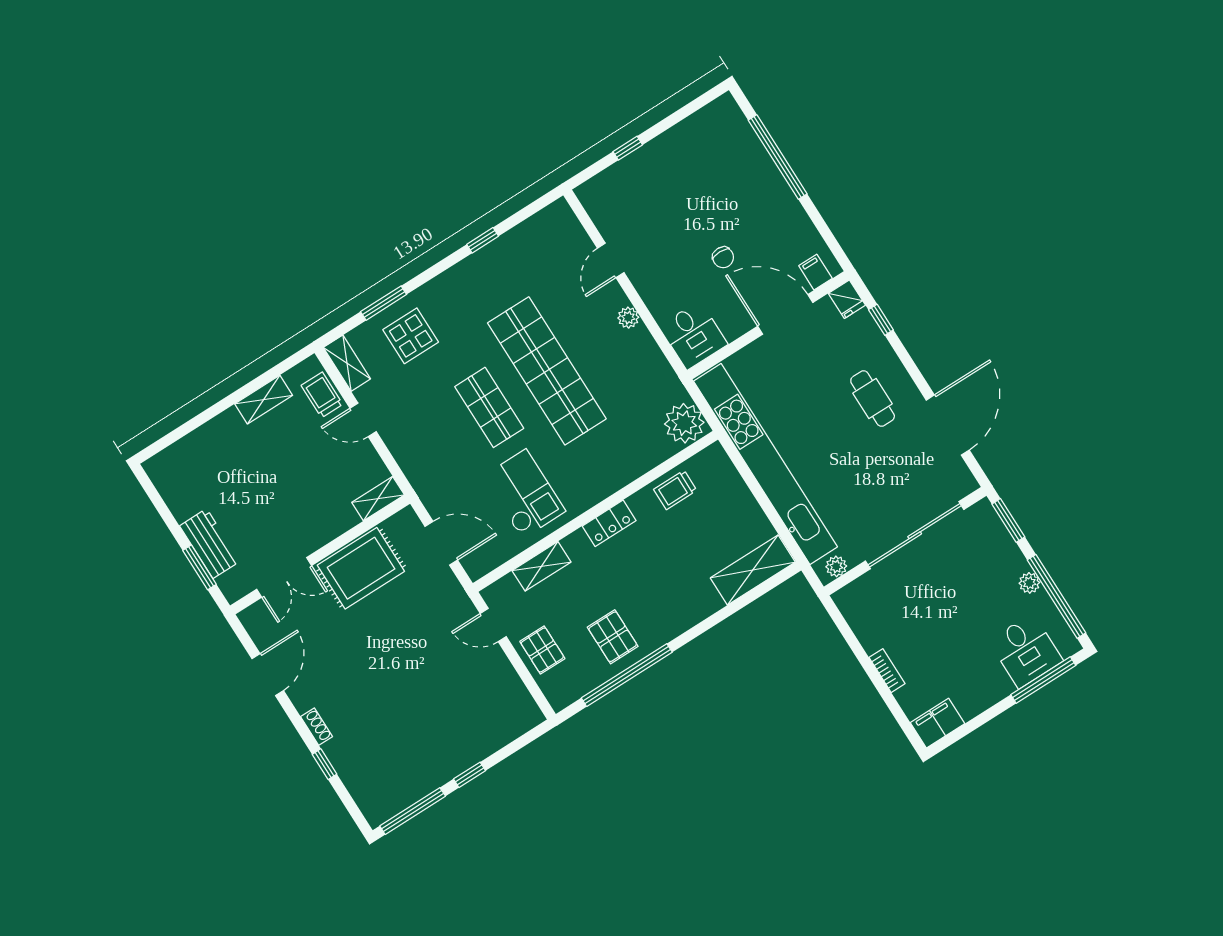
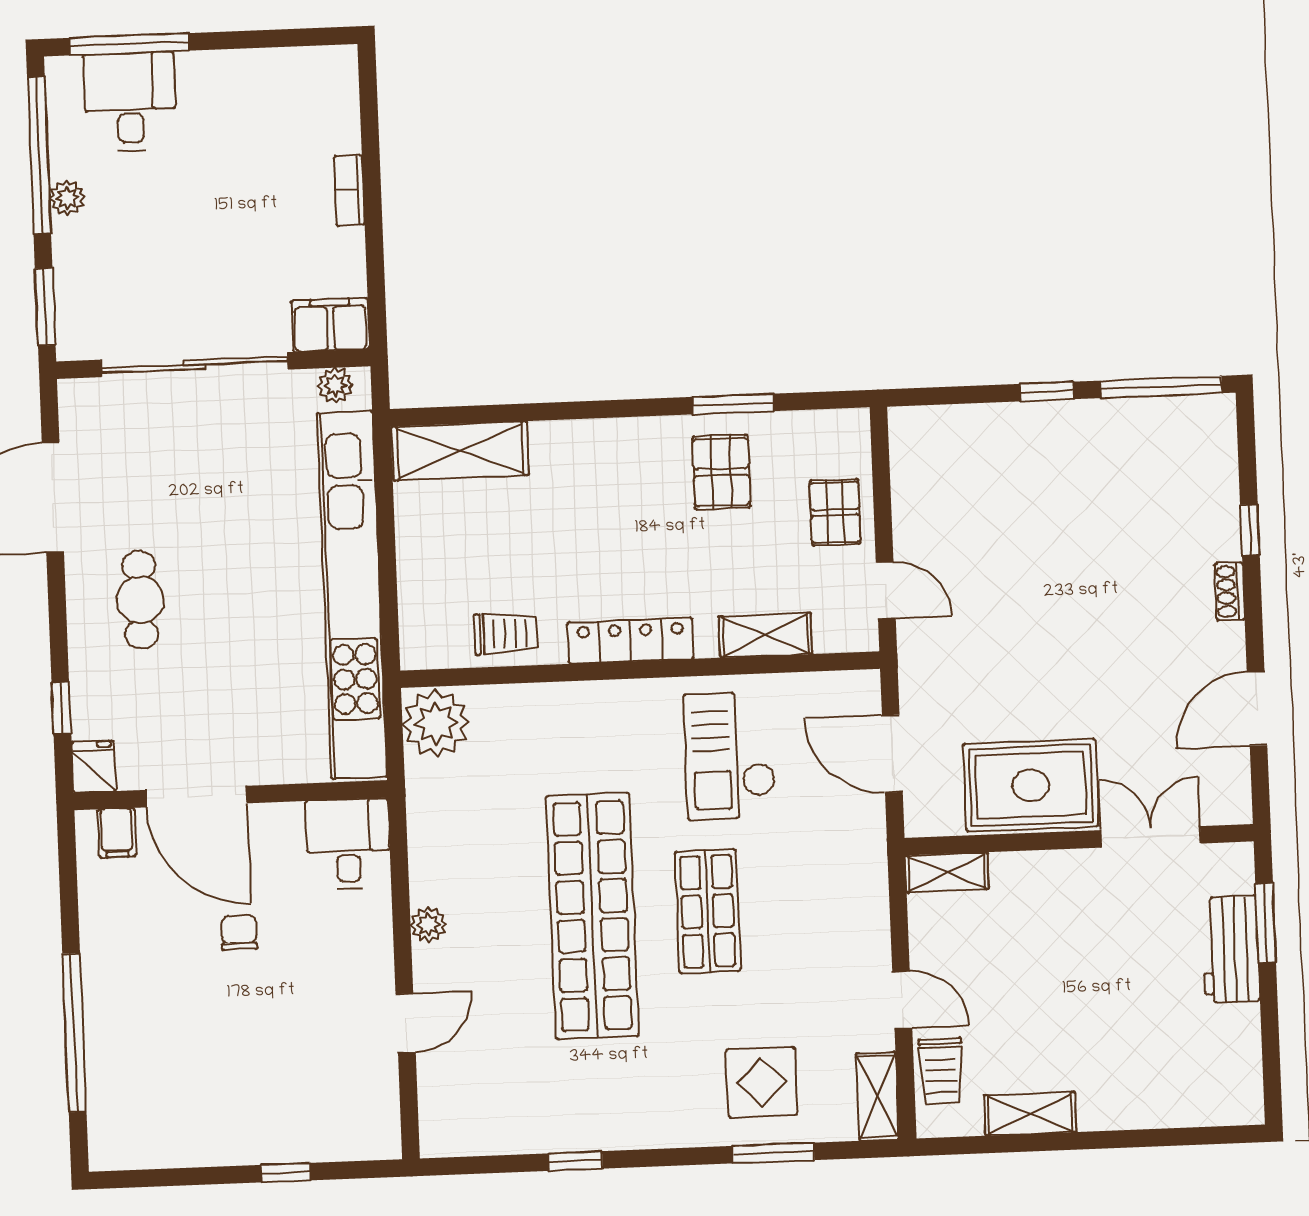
locker: (609, 523) -> (631, 641), width x1.53
window: (627, 675) -> (733, 404), width x0.47
filing cabinet: (937, 723) -> (330, 325), moved, turned 180

